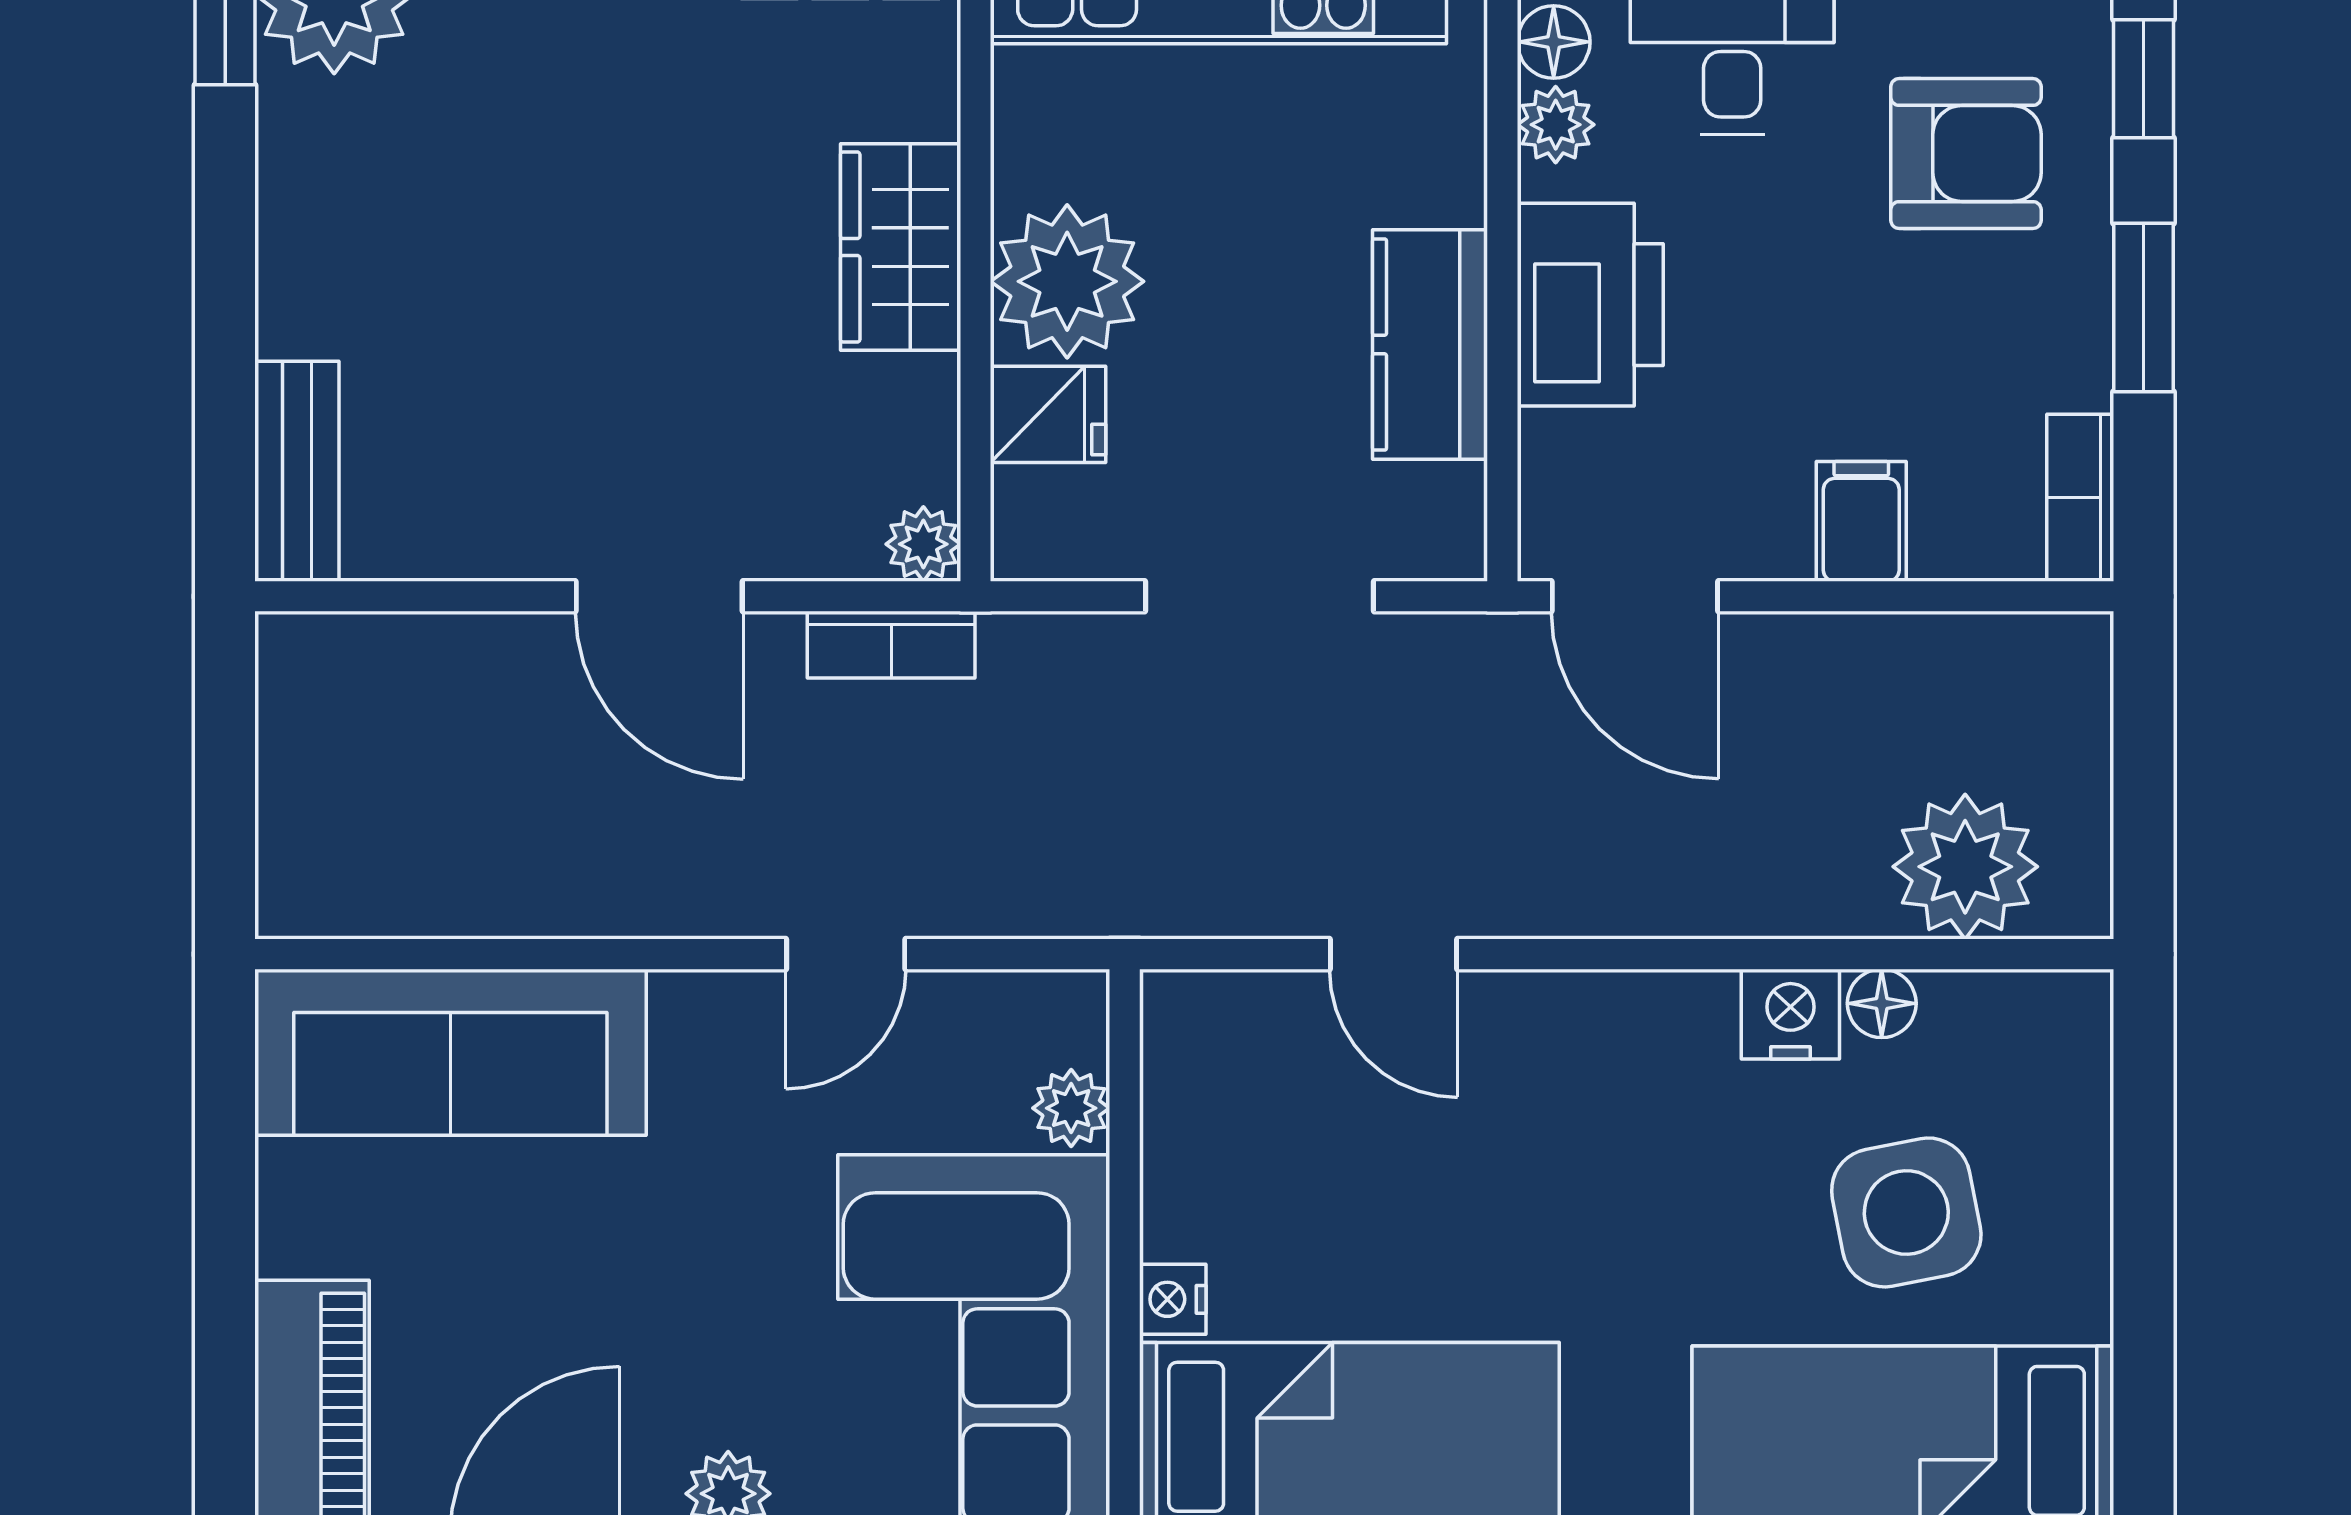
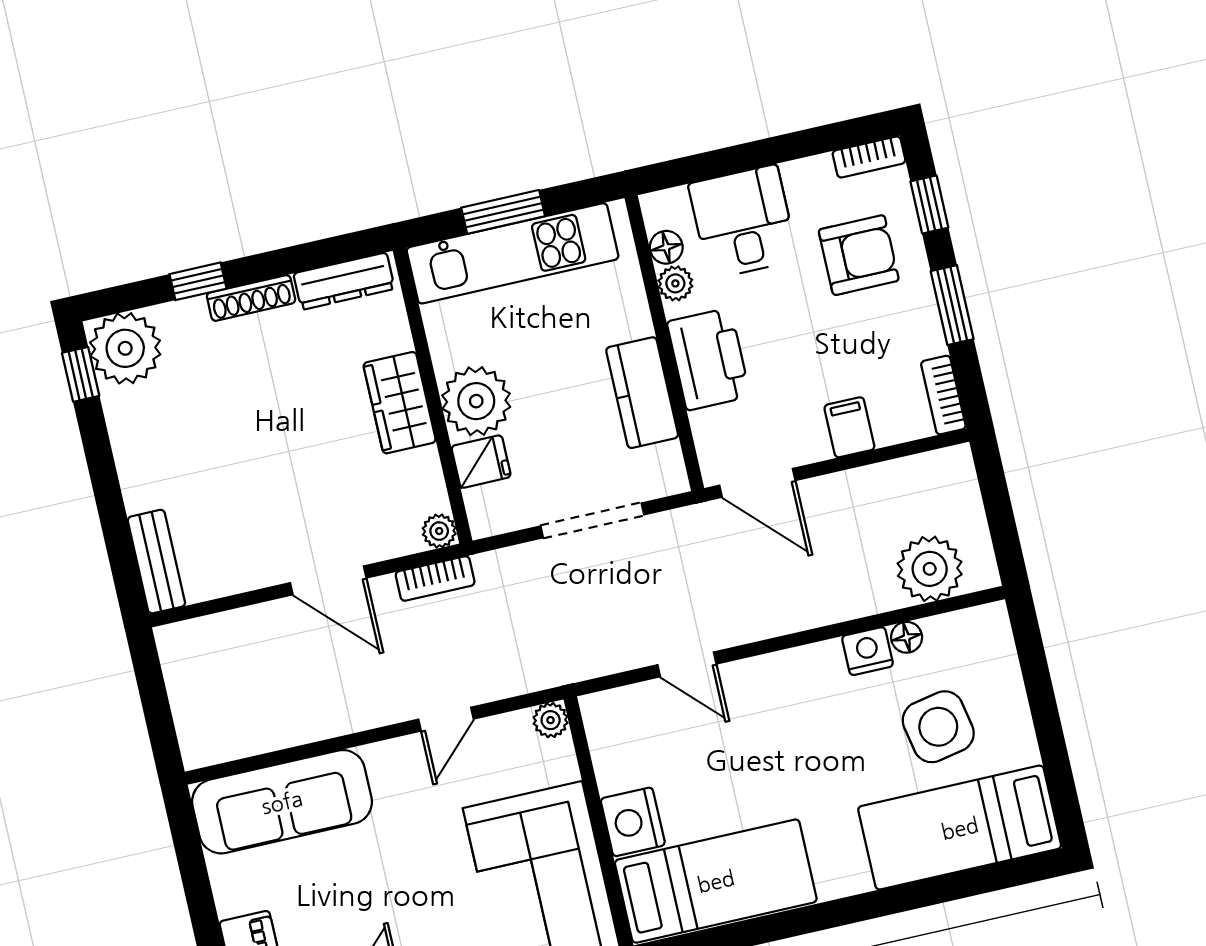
plant: (1071, 1108) -> (551, 720), moved
nightstand: (1173, 1299) -> (633, 822), width x1.89, depth x1.79

